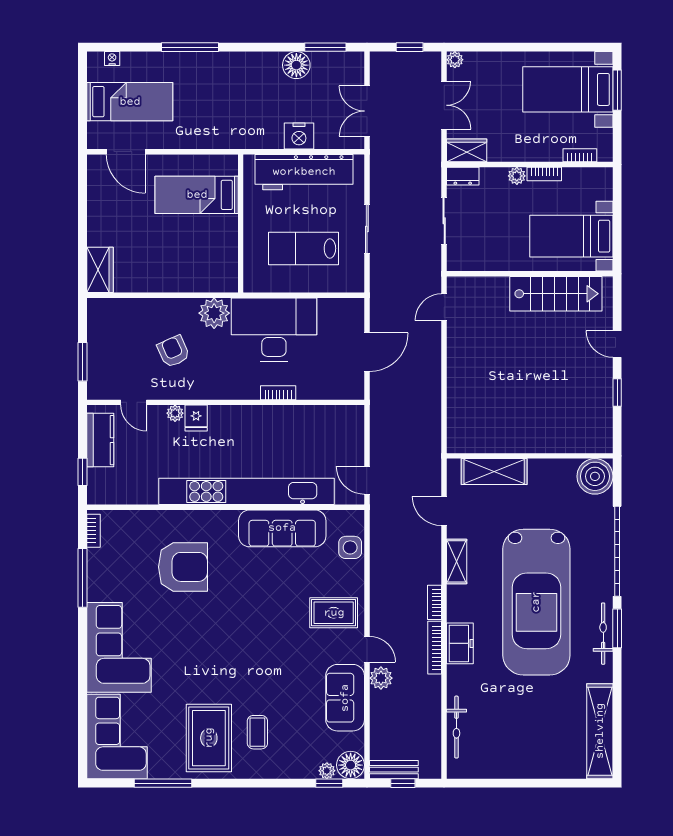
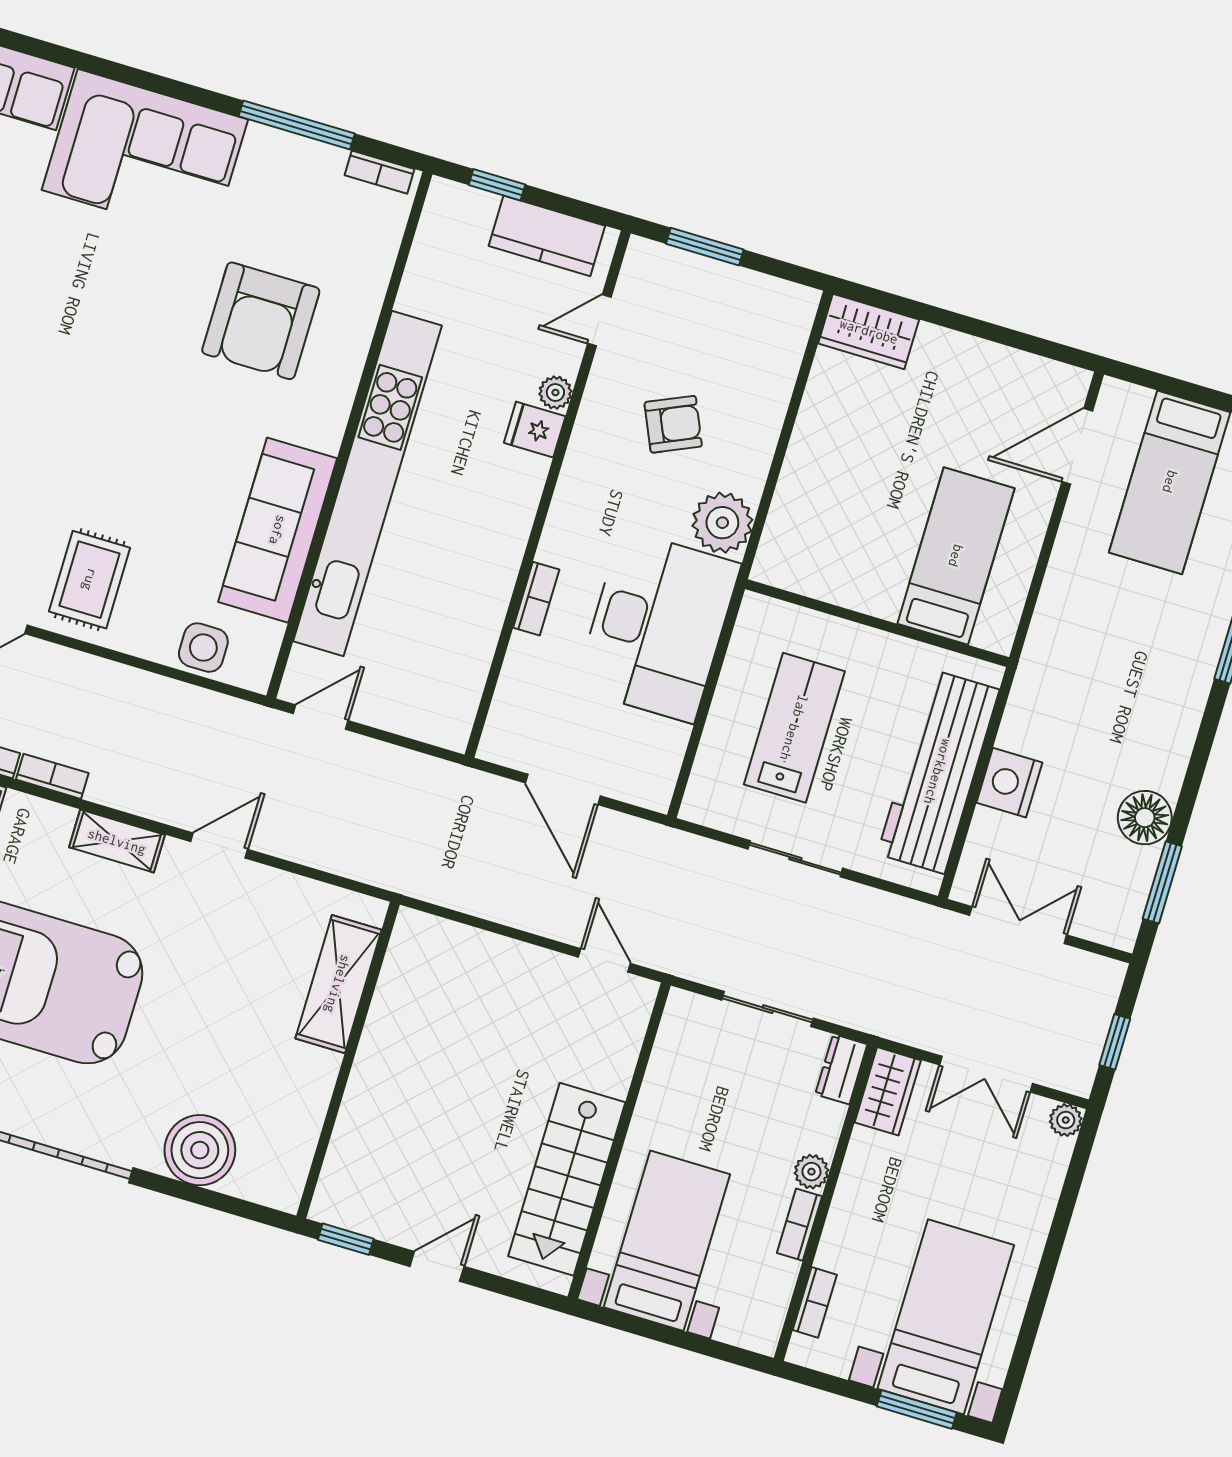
wall: (530, 456) -> (348, 1060), moved
shelving: (494, 472) -> (338, 984), moved

